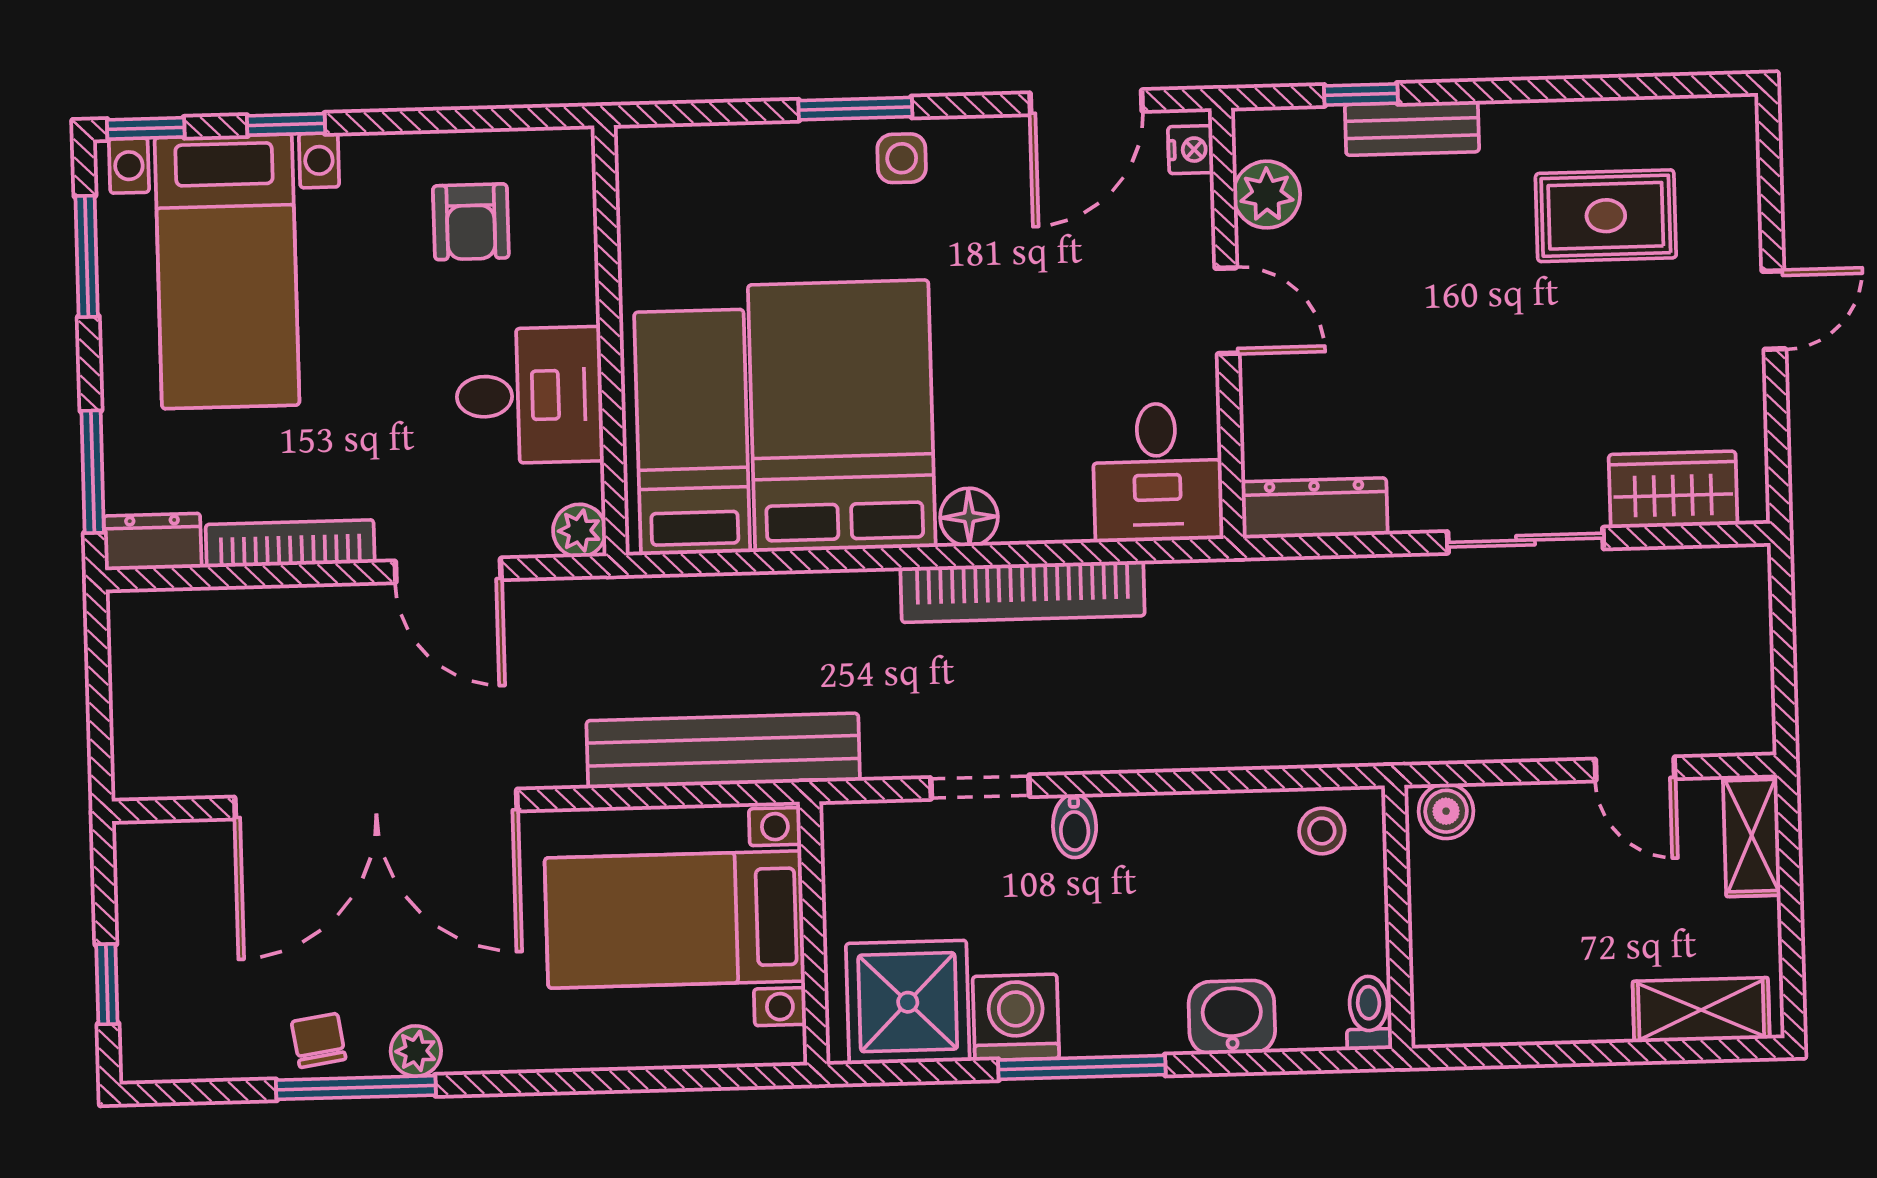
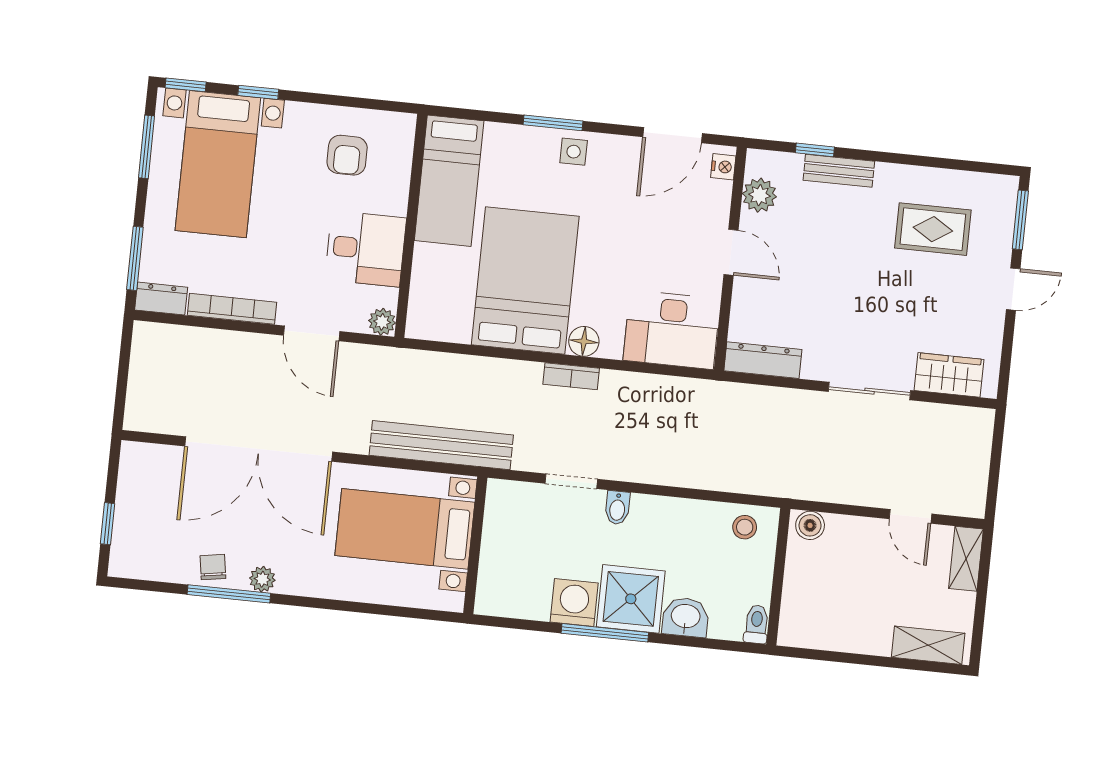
window: (1770, 176) -> (1020, 220), added
bed: (692, 432) -> (449, 181), moved, turned 180
desk: (1157, 472) -> (672, 330), width x1.37
bookcase: (1023, 592) -> (571, 376), width x0.43, depth x0.76
shower: (908, 1002) -> (631, 599), moved

